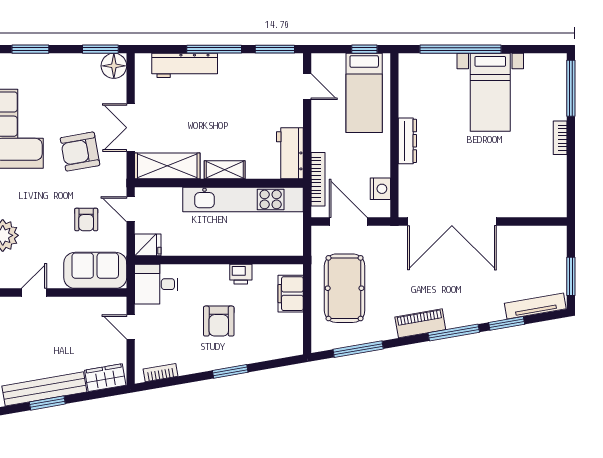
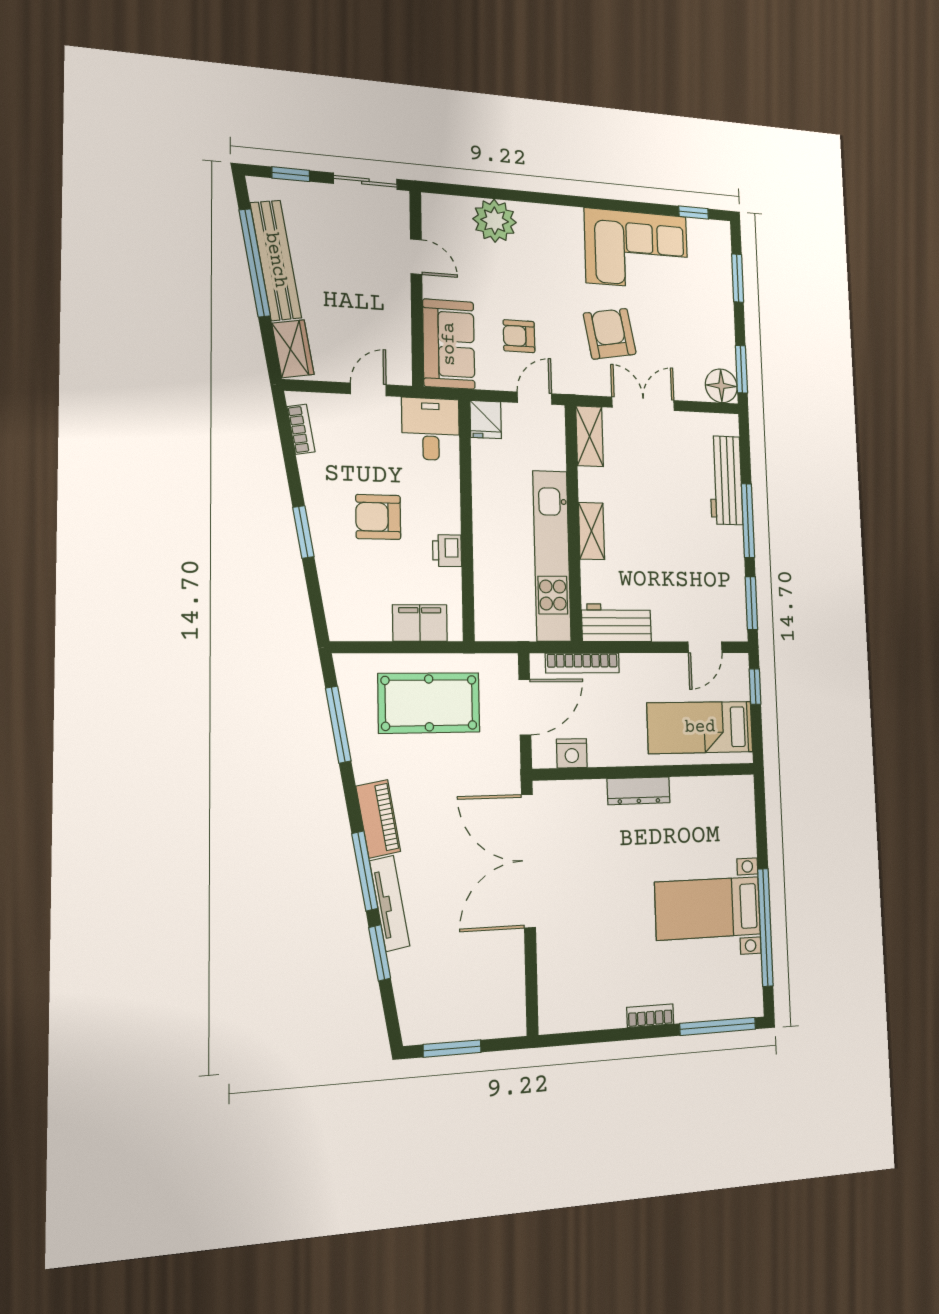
window: (364, 49) -> (755, 686), moved
window: (461, 49) -> (765, 927), moved
shelving: (167, 166) -> (590, 436), width x0.67, depth x0.75
tv unit: (535, 306) -> (390, 903), moved
window: (47, 403) -> (255, 263), width x2.11

